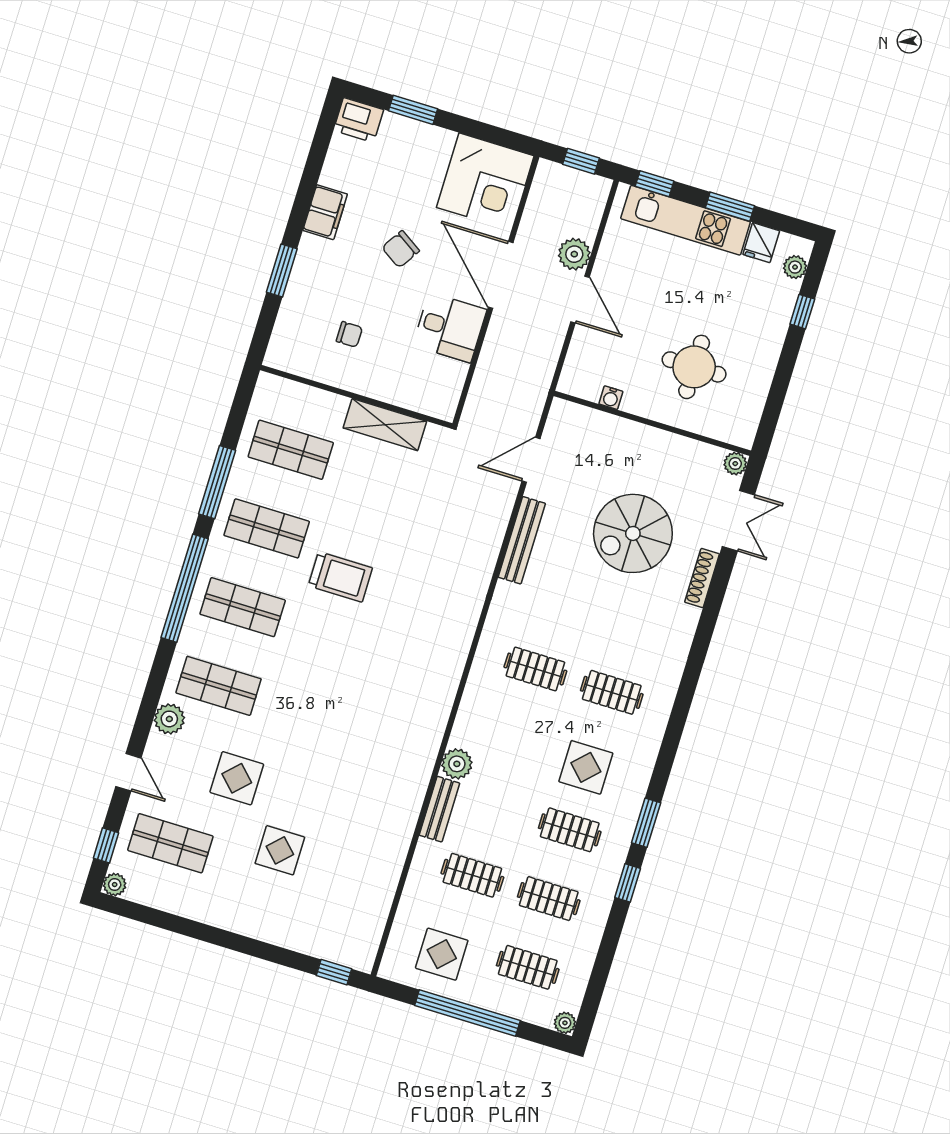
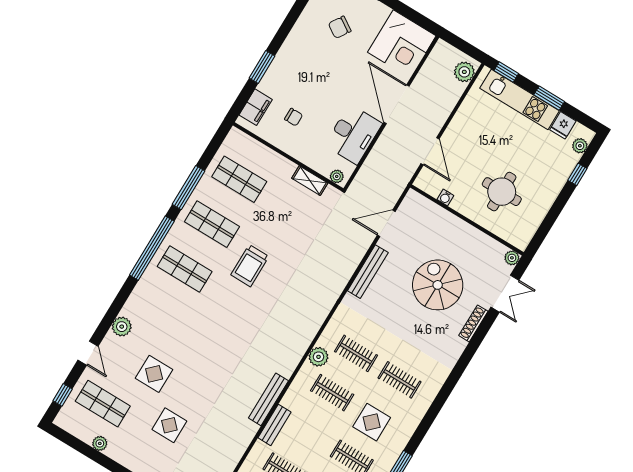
window: (581, 161) -> (464, 47), removed
filing cabinet: (325, 212) -> (256, 107), moved
chair: (401, 249) -> (340, 27), moved
plant: (574, 254) -> (464, 72), moved
door: (580, 299) -> (430, 151), moved
desk: (450, 327) -> (353, 134), width x1.37
plant: (438, 408) -> (337, 176), added
shelving: (385, 425) -> (310, 181), width x0.67, depth x0.75
spiral stairs: (633, 533) -> (438, 285), turned 90
trolley: (340, 577) -> (250, 266), turned 90
shop shelf: (219, 686) -> (157, 314), removed
clothes rail: (514, 738) -> (332, 393), added
plant: (457, 764) -> (319, 357), moved
bench: (420, 773) -> (268, 399), added
plant: (115, 885) -> (100, 443), moved

